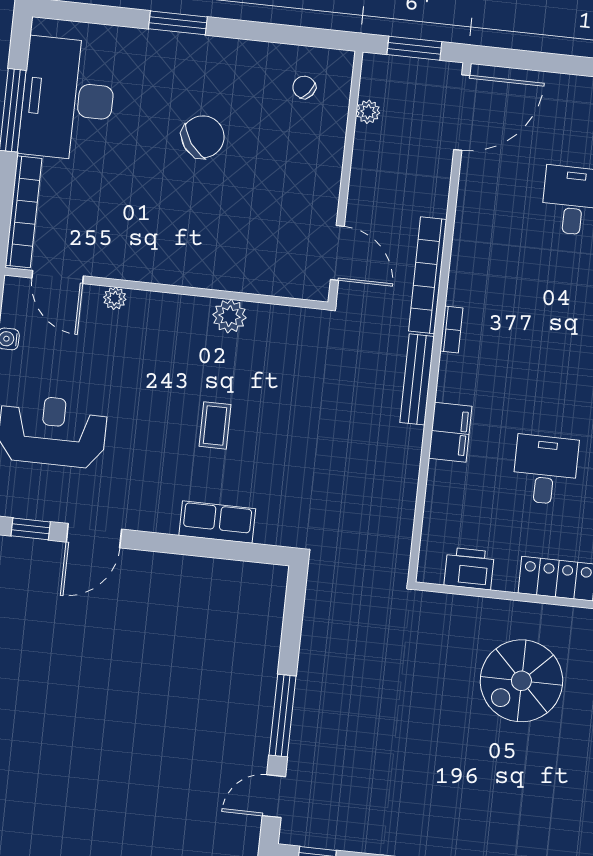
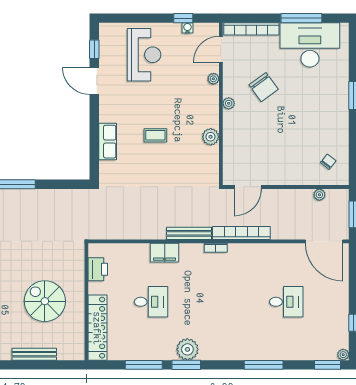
chair: (203, 137) -> (264, 87), moved
plant: (167, 273) -> (229, 103), added

